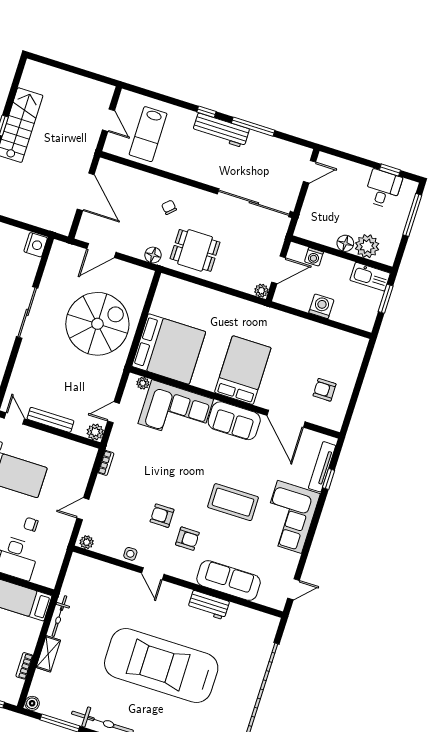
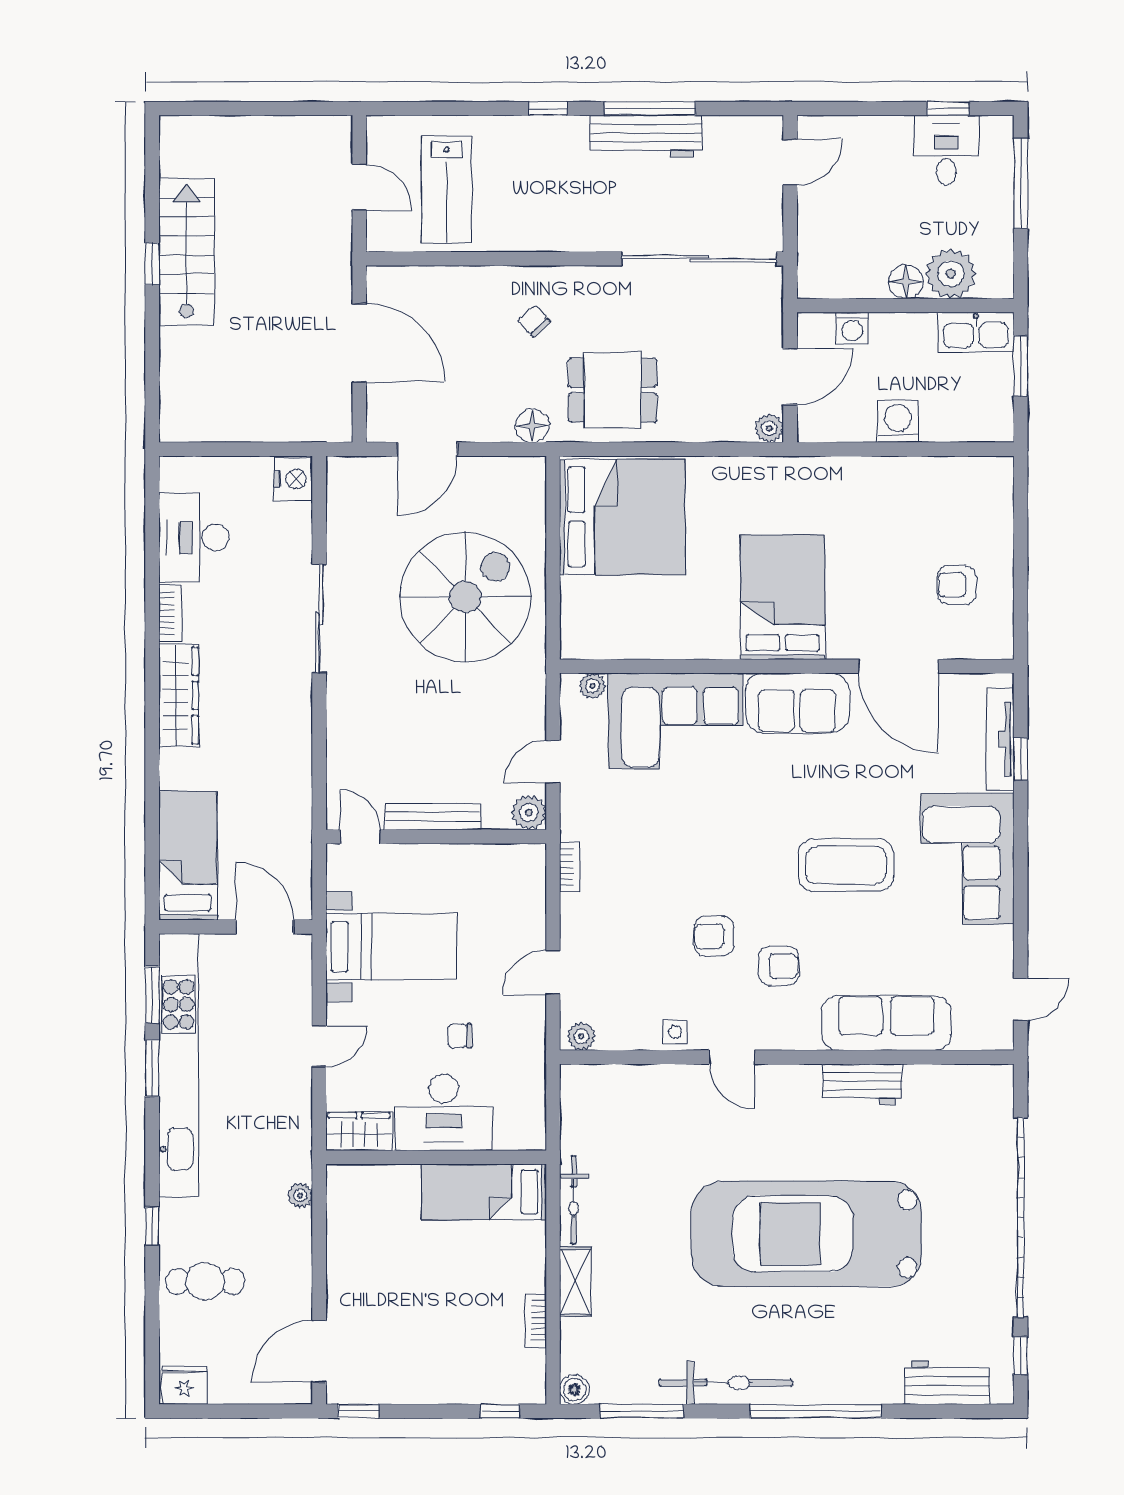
workbench: (221, 130) -> (646, 136), moved
bed: (169, 349) -> (622, 517), moved

